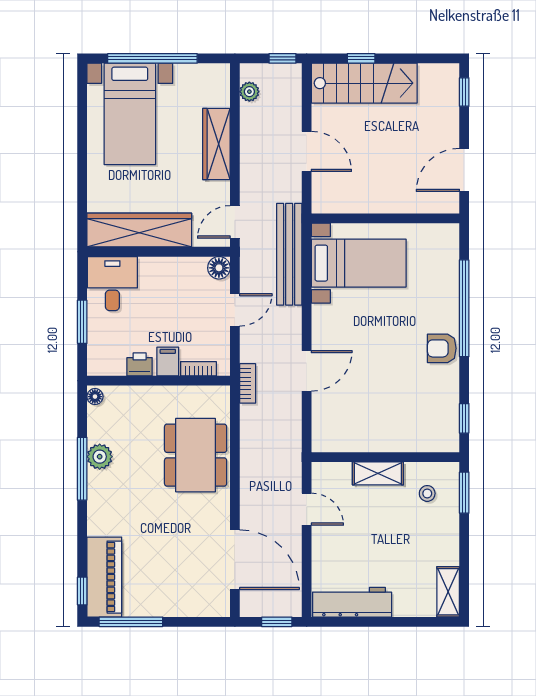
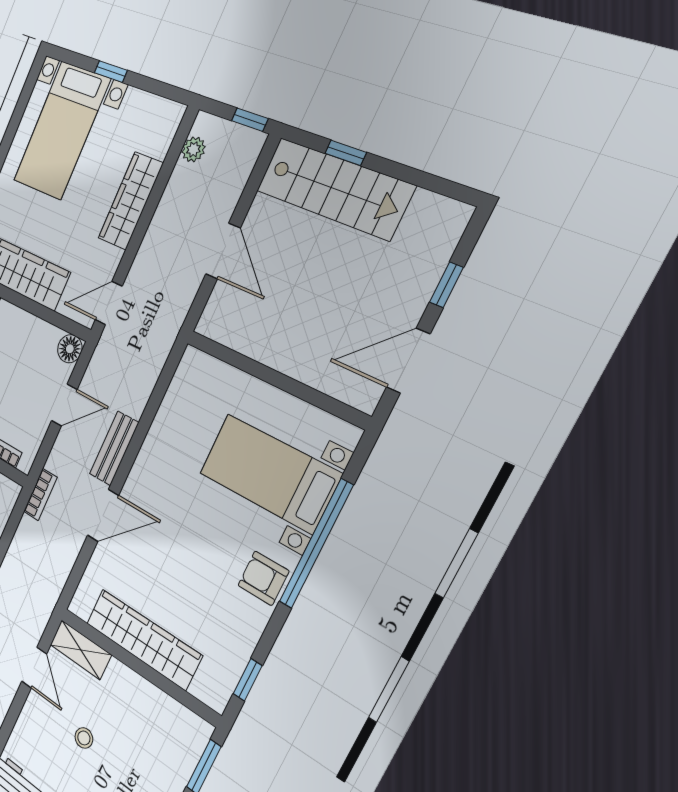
window: (152, 58) -> (111, 71), width x0.32
window: (464, 92) -> (446, 285), moved
bench: (289, 254) -> (114, 448), moved, width x0.54, depth x0.82
bed with nightstands: (359, 263) -> (269, 473), moved, turned 180
wardrobe: (380, 437) -> (143, 639), added
shelving: (378, 473) -> (81, 650), moved
stool: (427, 493) -> (84, 738), moved

